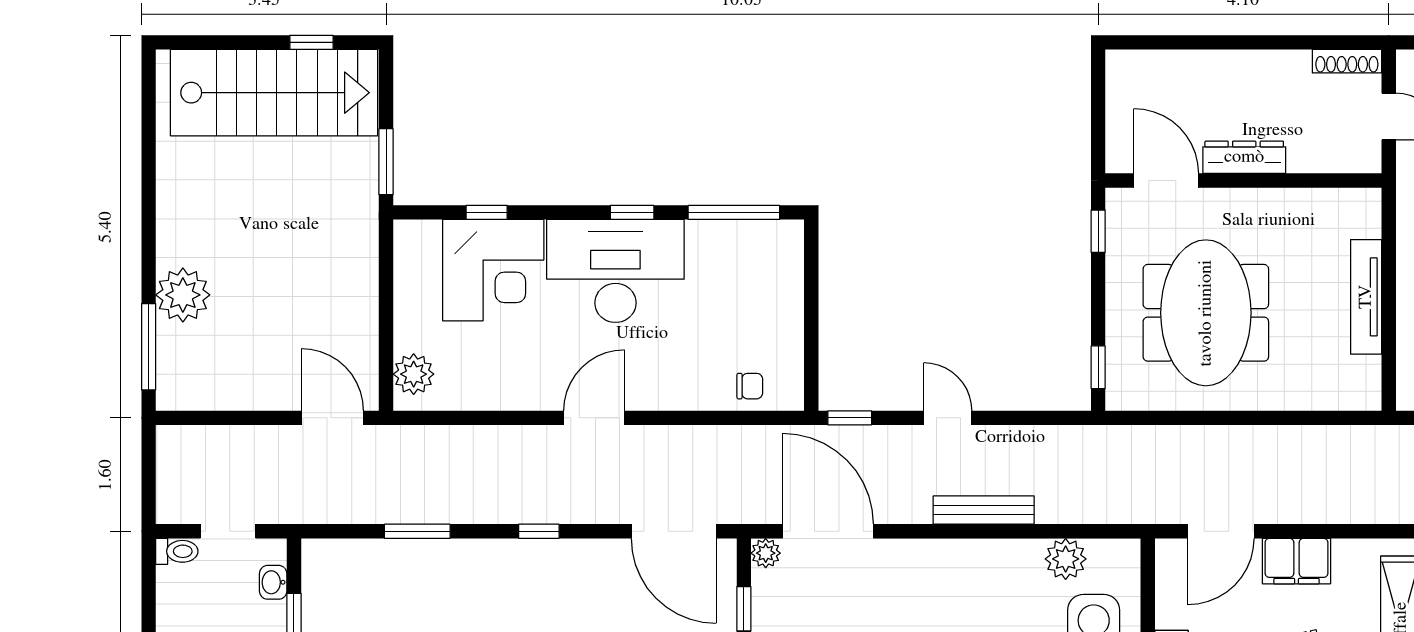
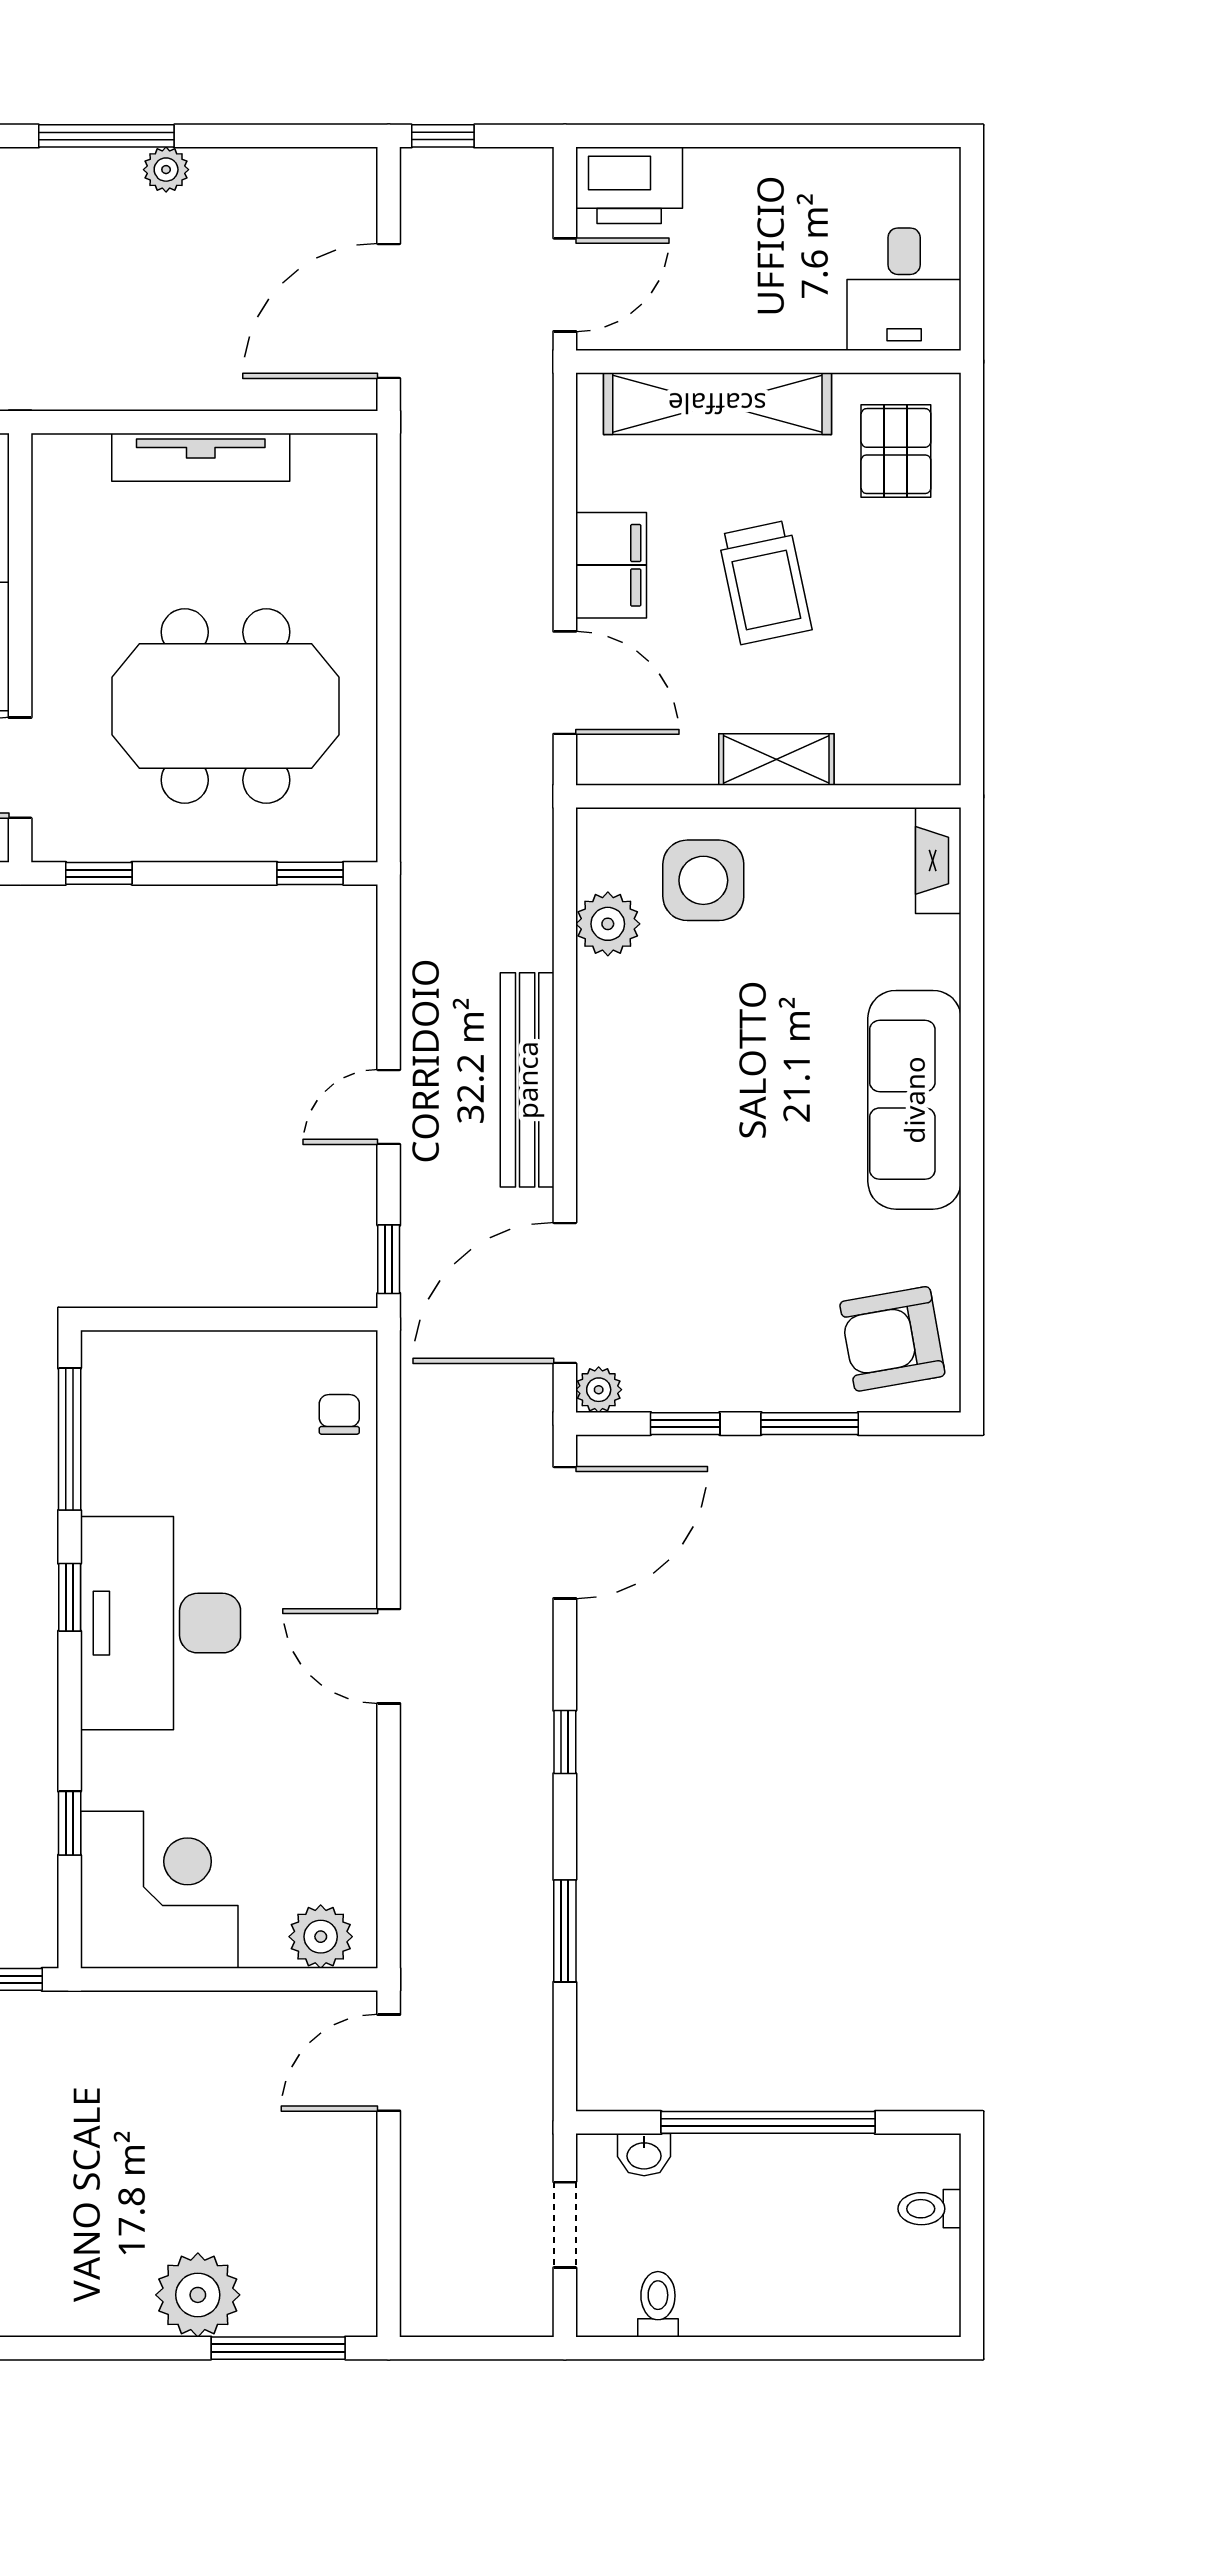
corner desk: (493, 270) -> (159, 1890), moved
bench: (984, 510) -> (527, 1080), width x1.37, depth x1.21
toilet: (177, 551) -> (658, 2304), moved

